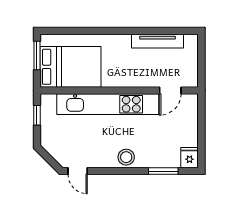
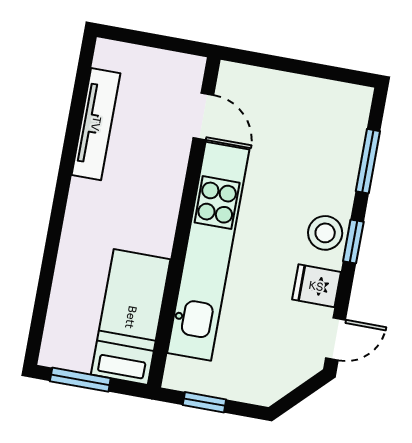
bed: (71, 67) -> (131, 317), width x0.67
fridge: (190, 158) -> (316, 286), moved
window: (125, 171) -> (353, 242), added

